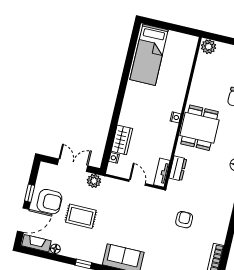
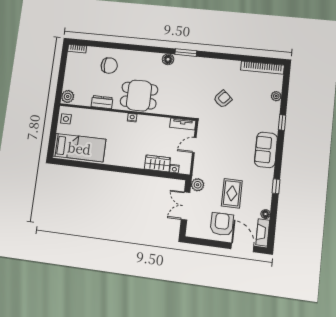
side table: (183, 42) -> (66, 119), added
dresser: (178, 168) -> (102, 102), moved
window: (30, 193) -> (216, 244), removed
armchair: (184, 220) -> (223, 99), turned 132

